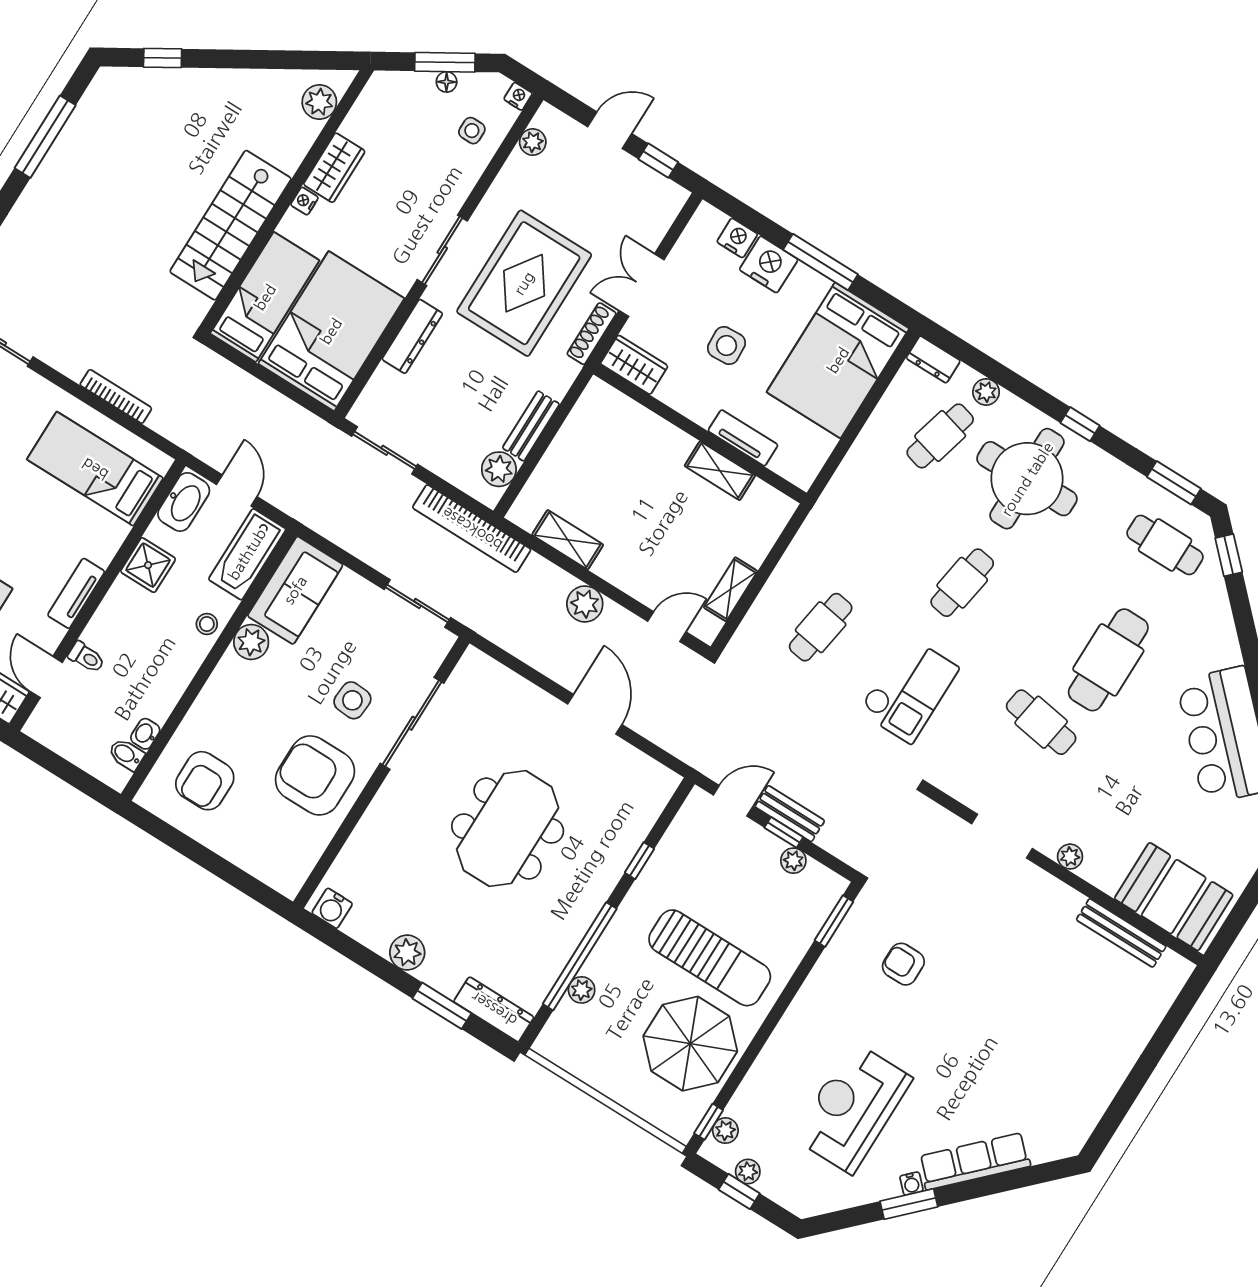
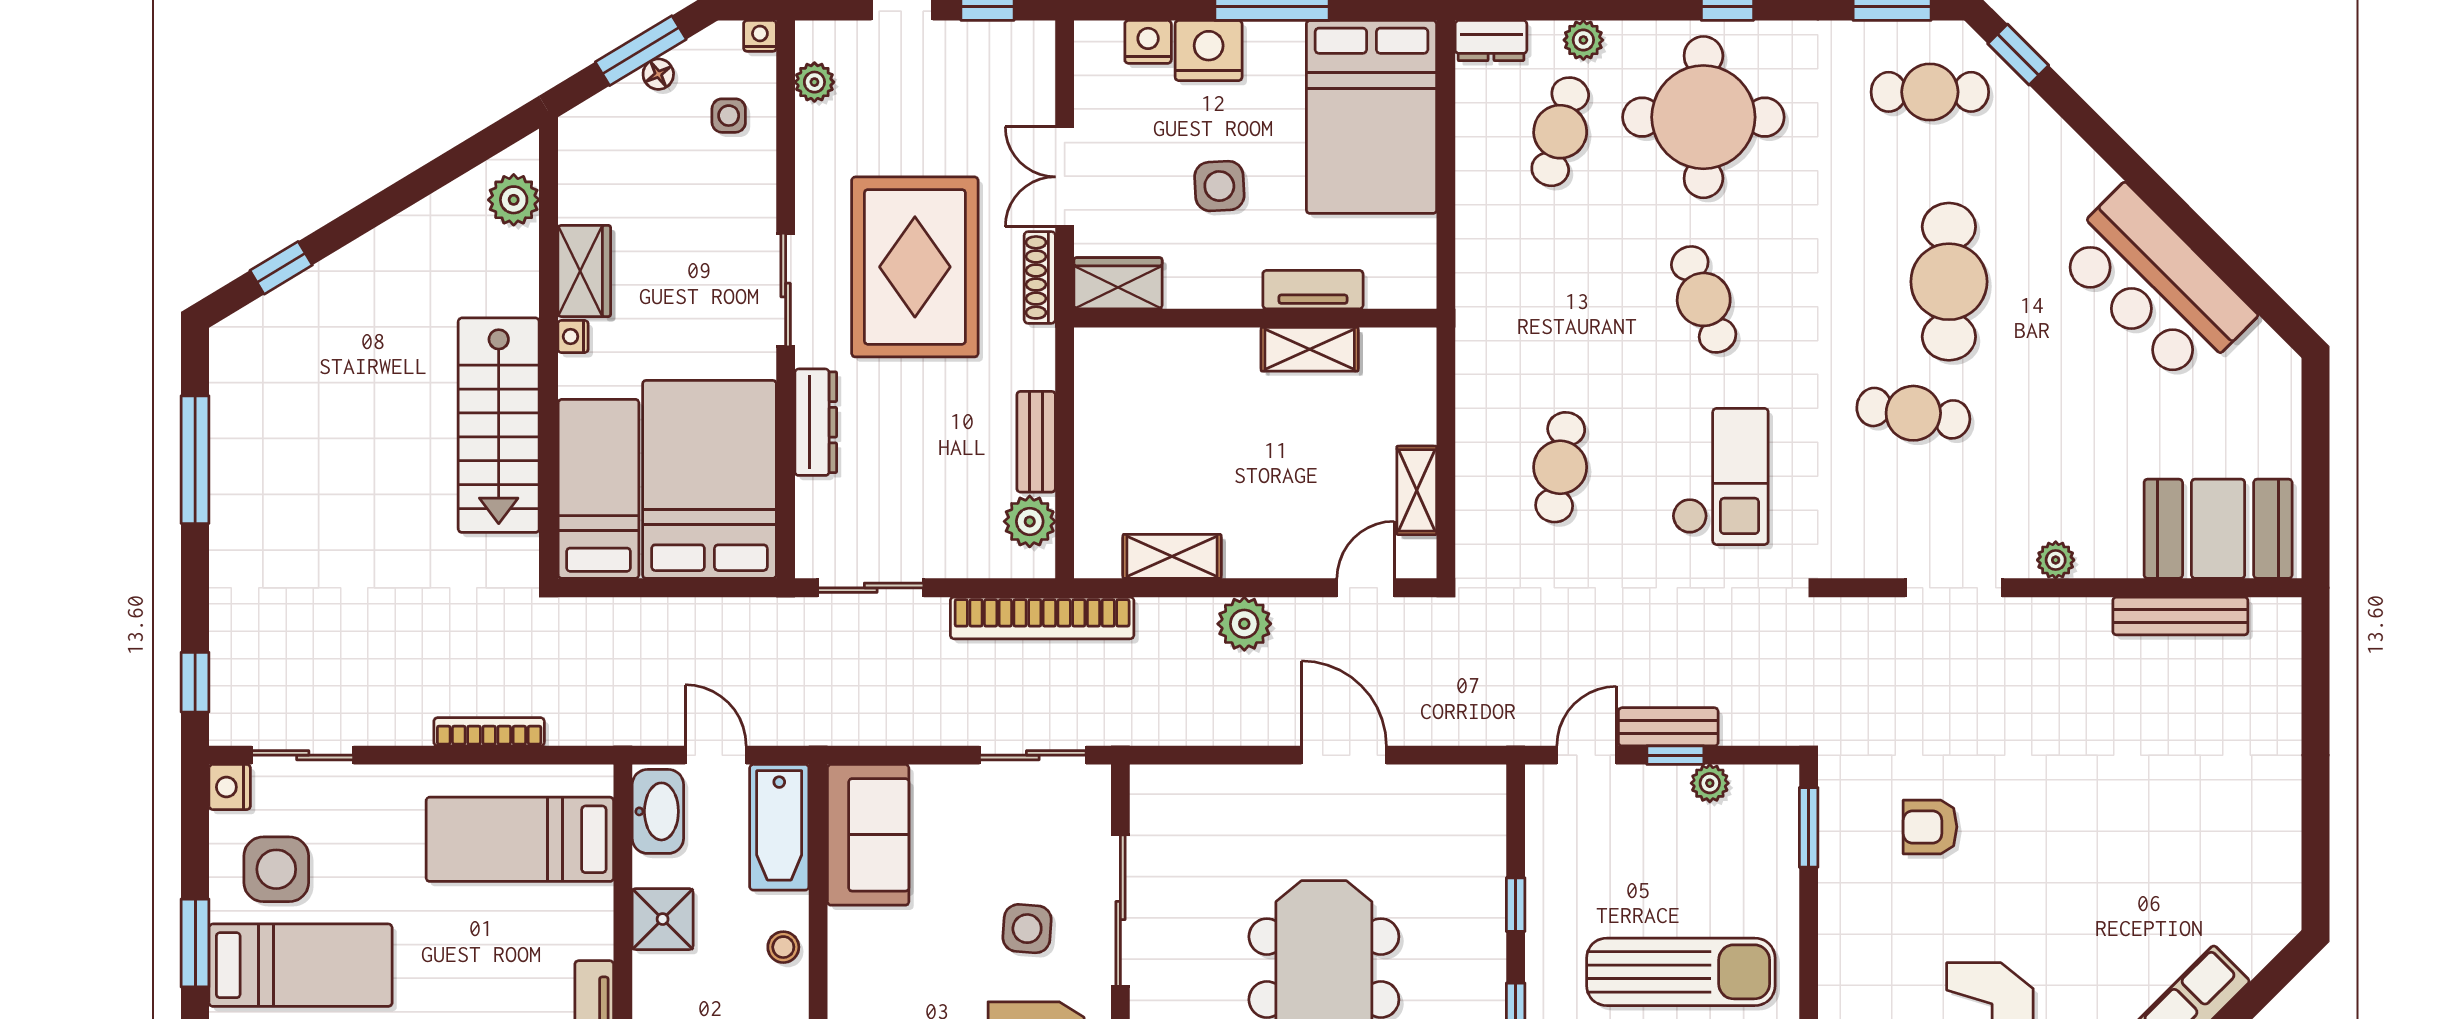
cafe table: (962, 583) -> (1704, 299), turned -30
plant: (251, 642) -> (853, 935), removed

